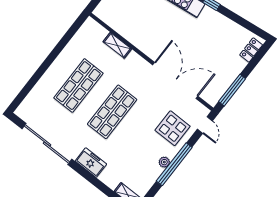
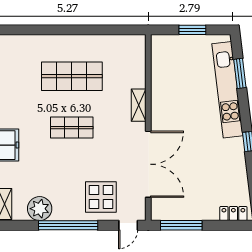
shelving: (117, 45) -> (139, 105), moved
shop shelf: (112, 112) -> (72, 128), width x0.70, depth x0.74
plant: (164, 162) -> (40, 209), moved, width x1.88, depth x1.88

